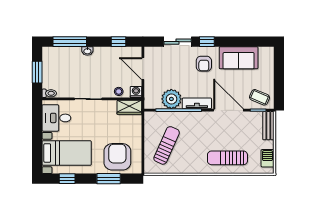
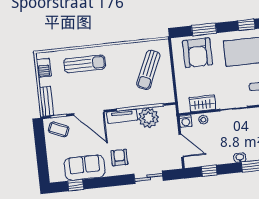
window: (207, 42) -> (76, 185), moved
wardrobe: (129, 107) -> (202, 103), moved

